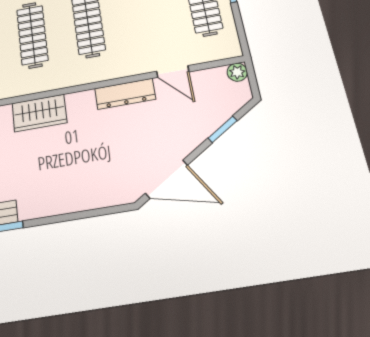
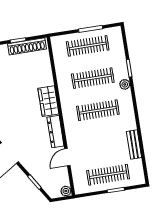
wardrobe: (39, 113) -> (48, 101), moved

